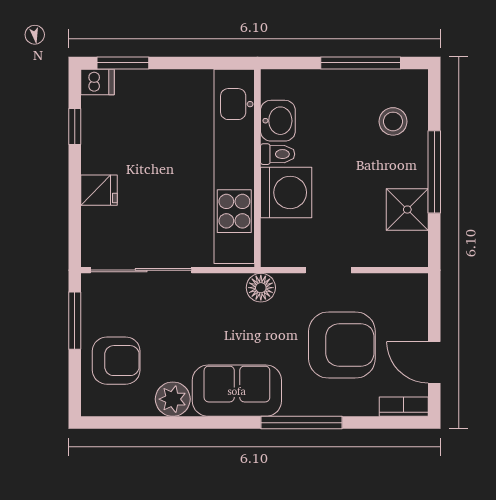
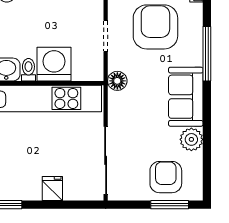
window: (75, 321) -> (170, 205), moved

